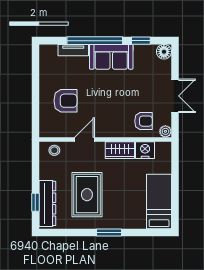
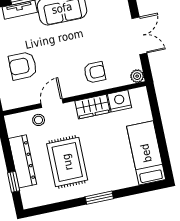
armchair: (65, 101) -> (23, 66), turned 180
armchair: (143, 121) -> (95, 72), moved
stool: (54, 150) -> (39, 120), moved
dresser: (47, 203) -> (23, 161), moved

